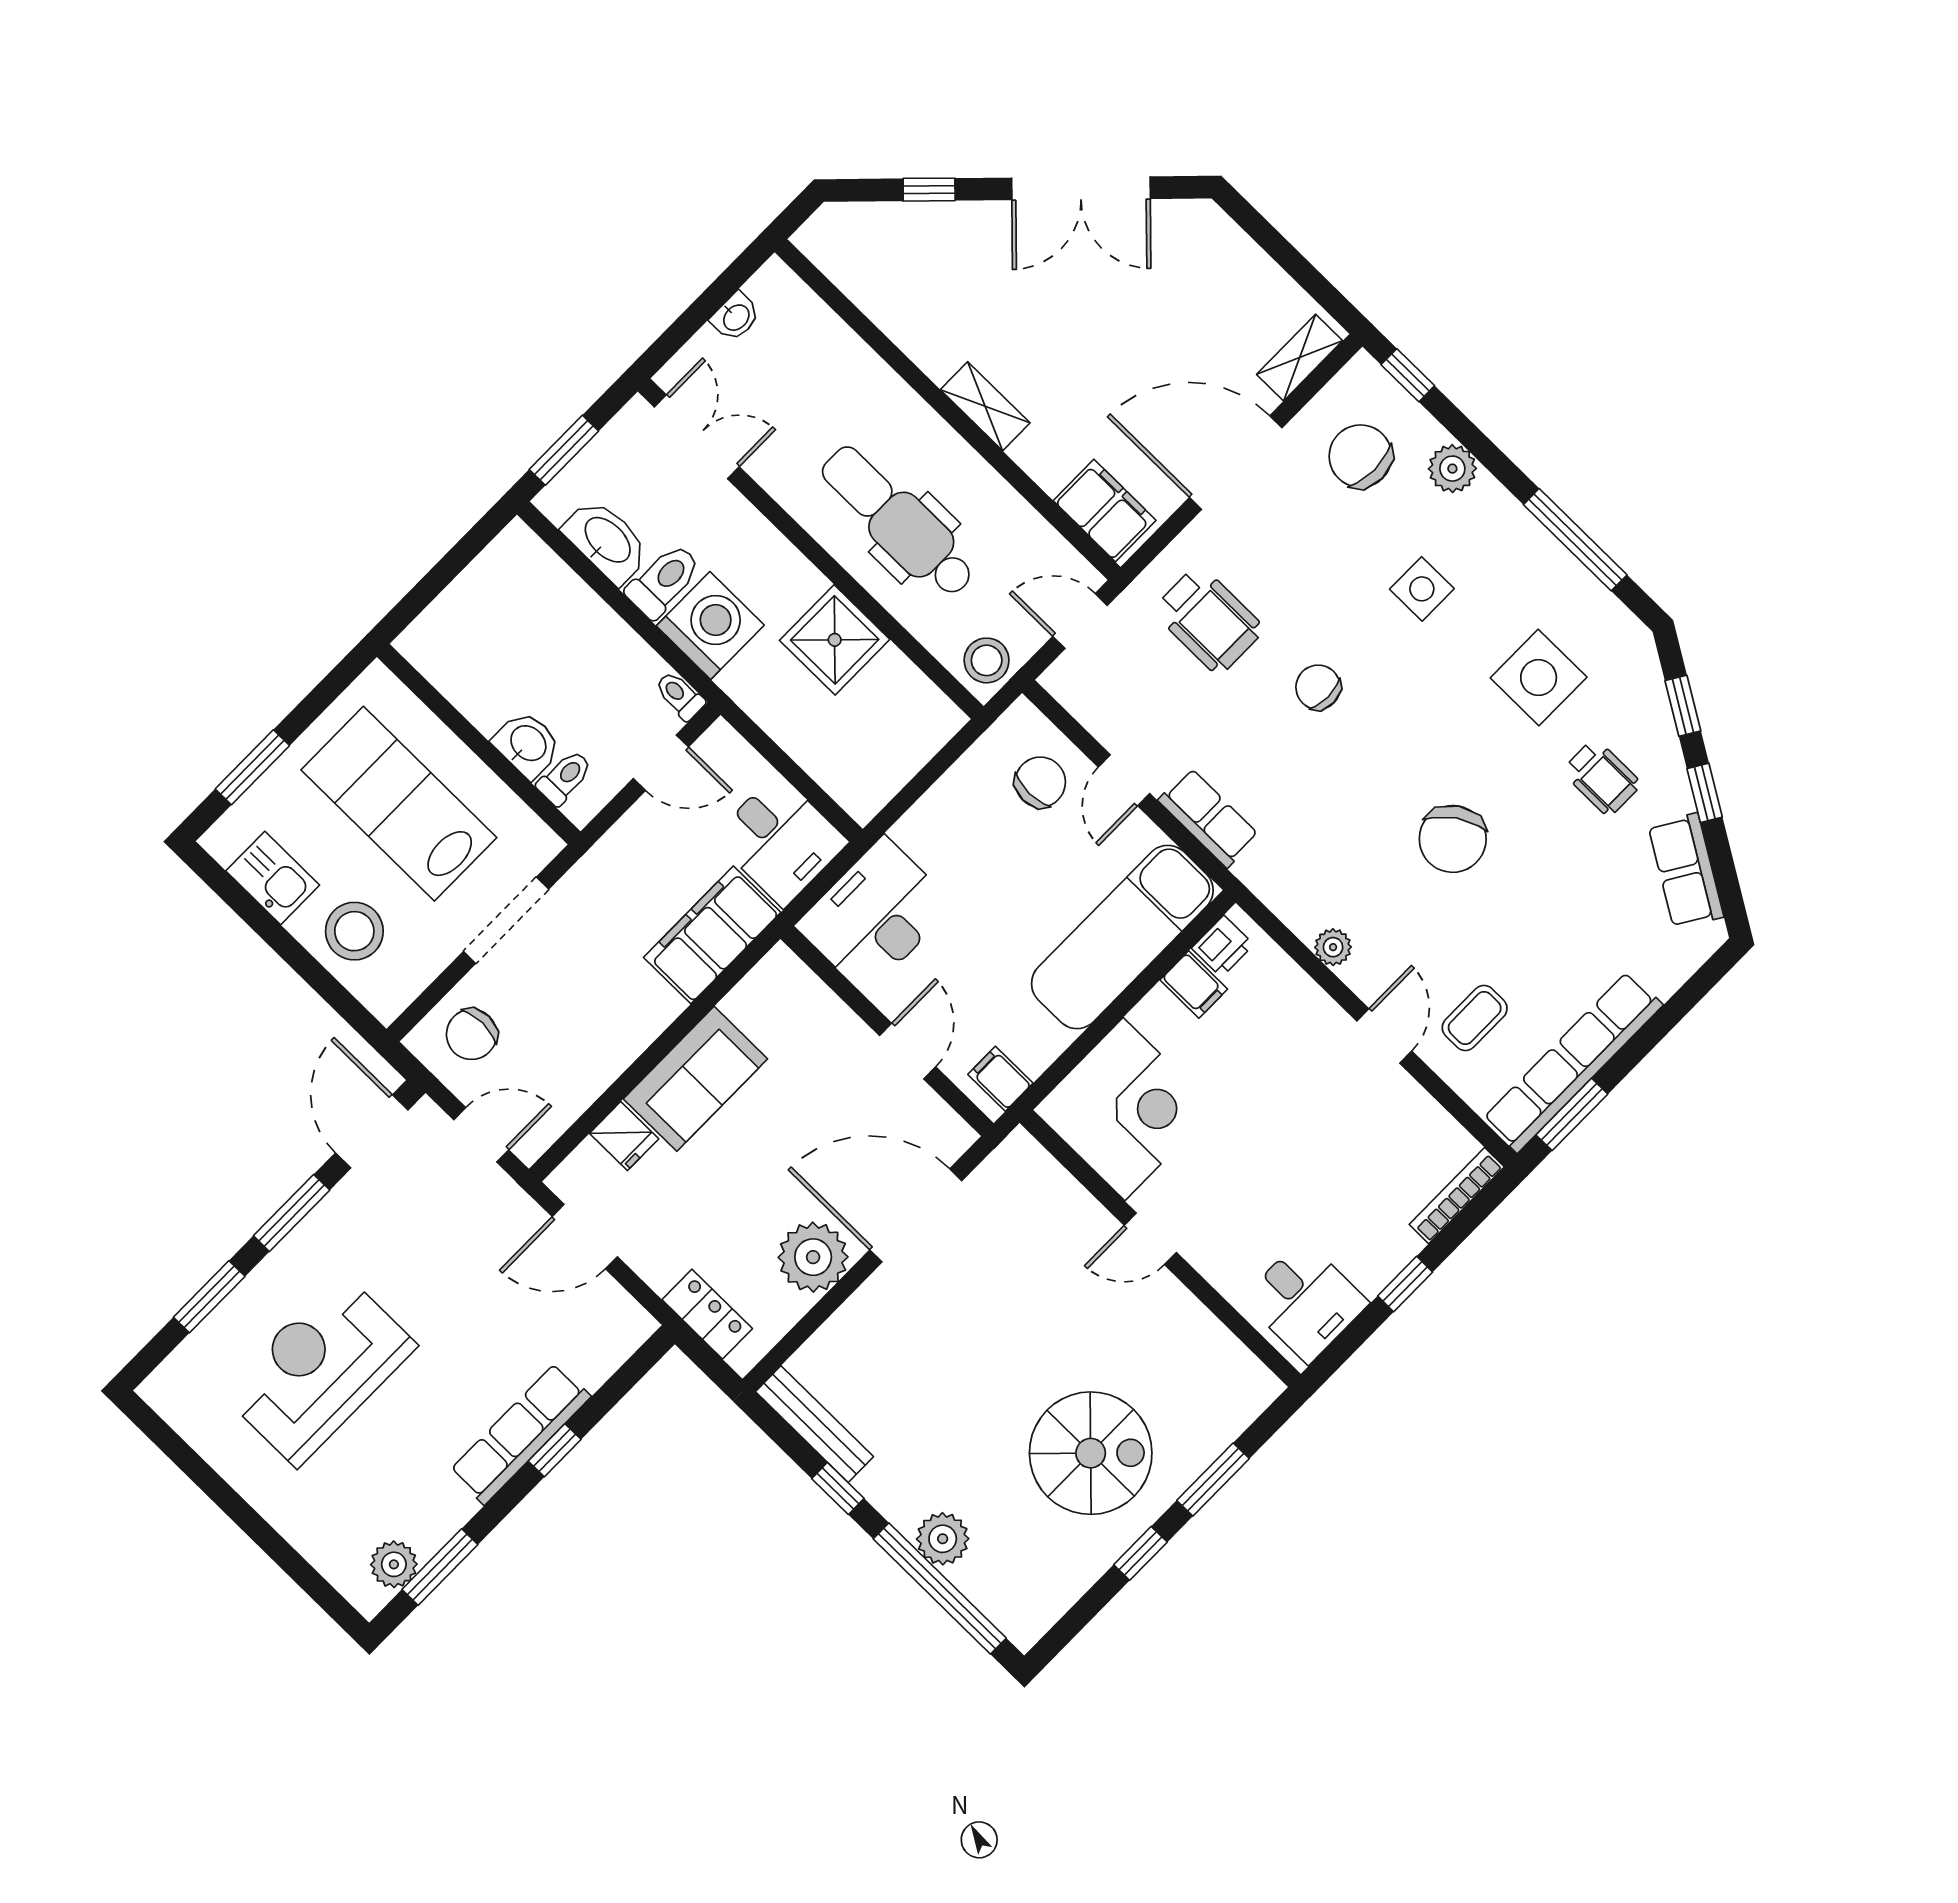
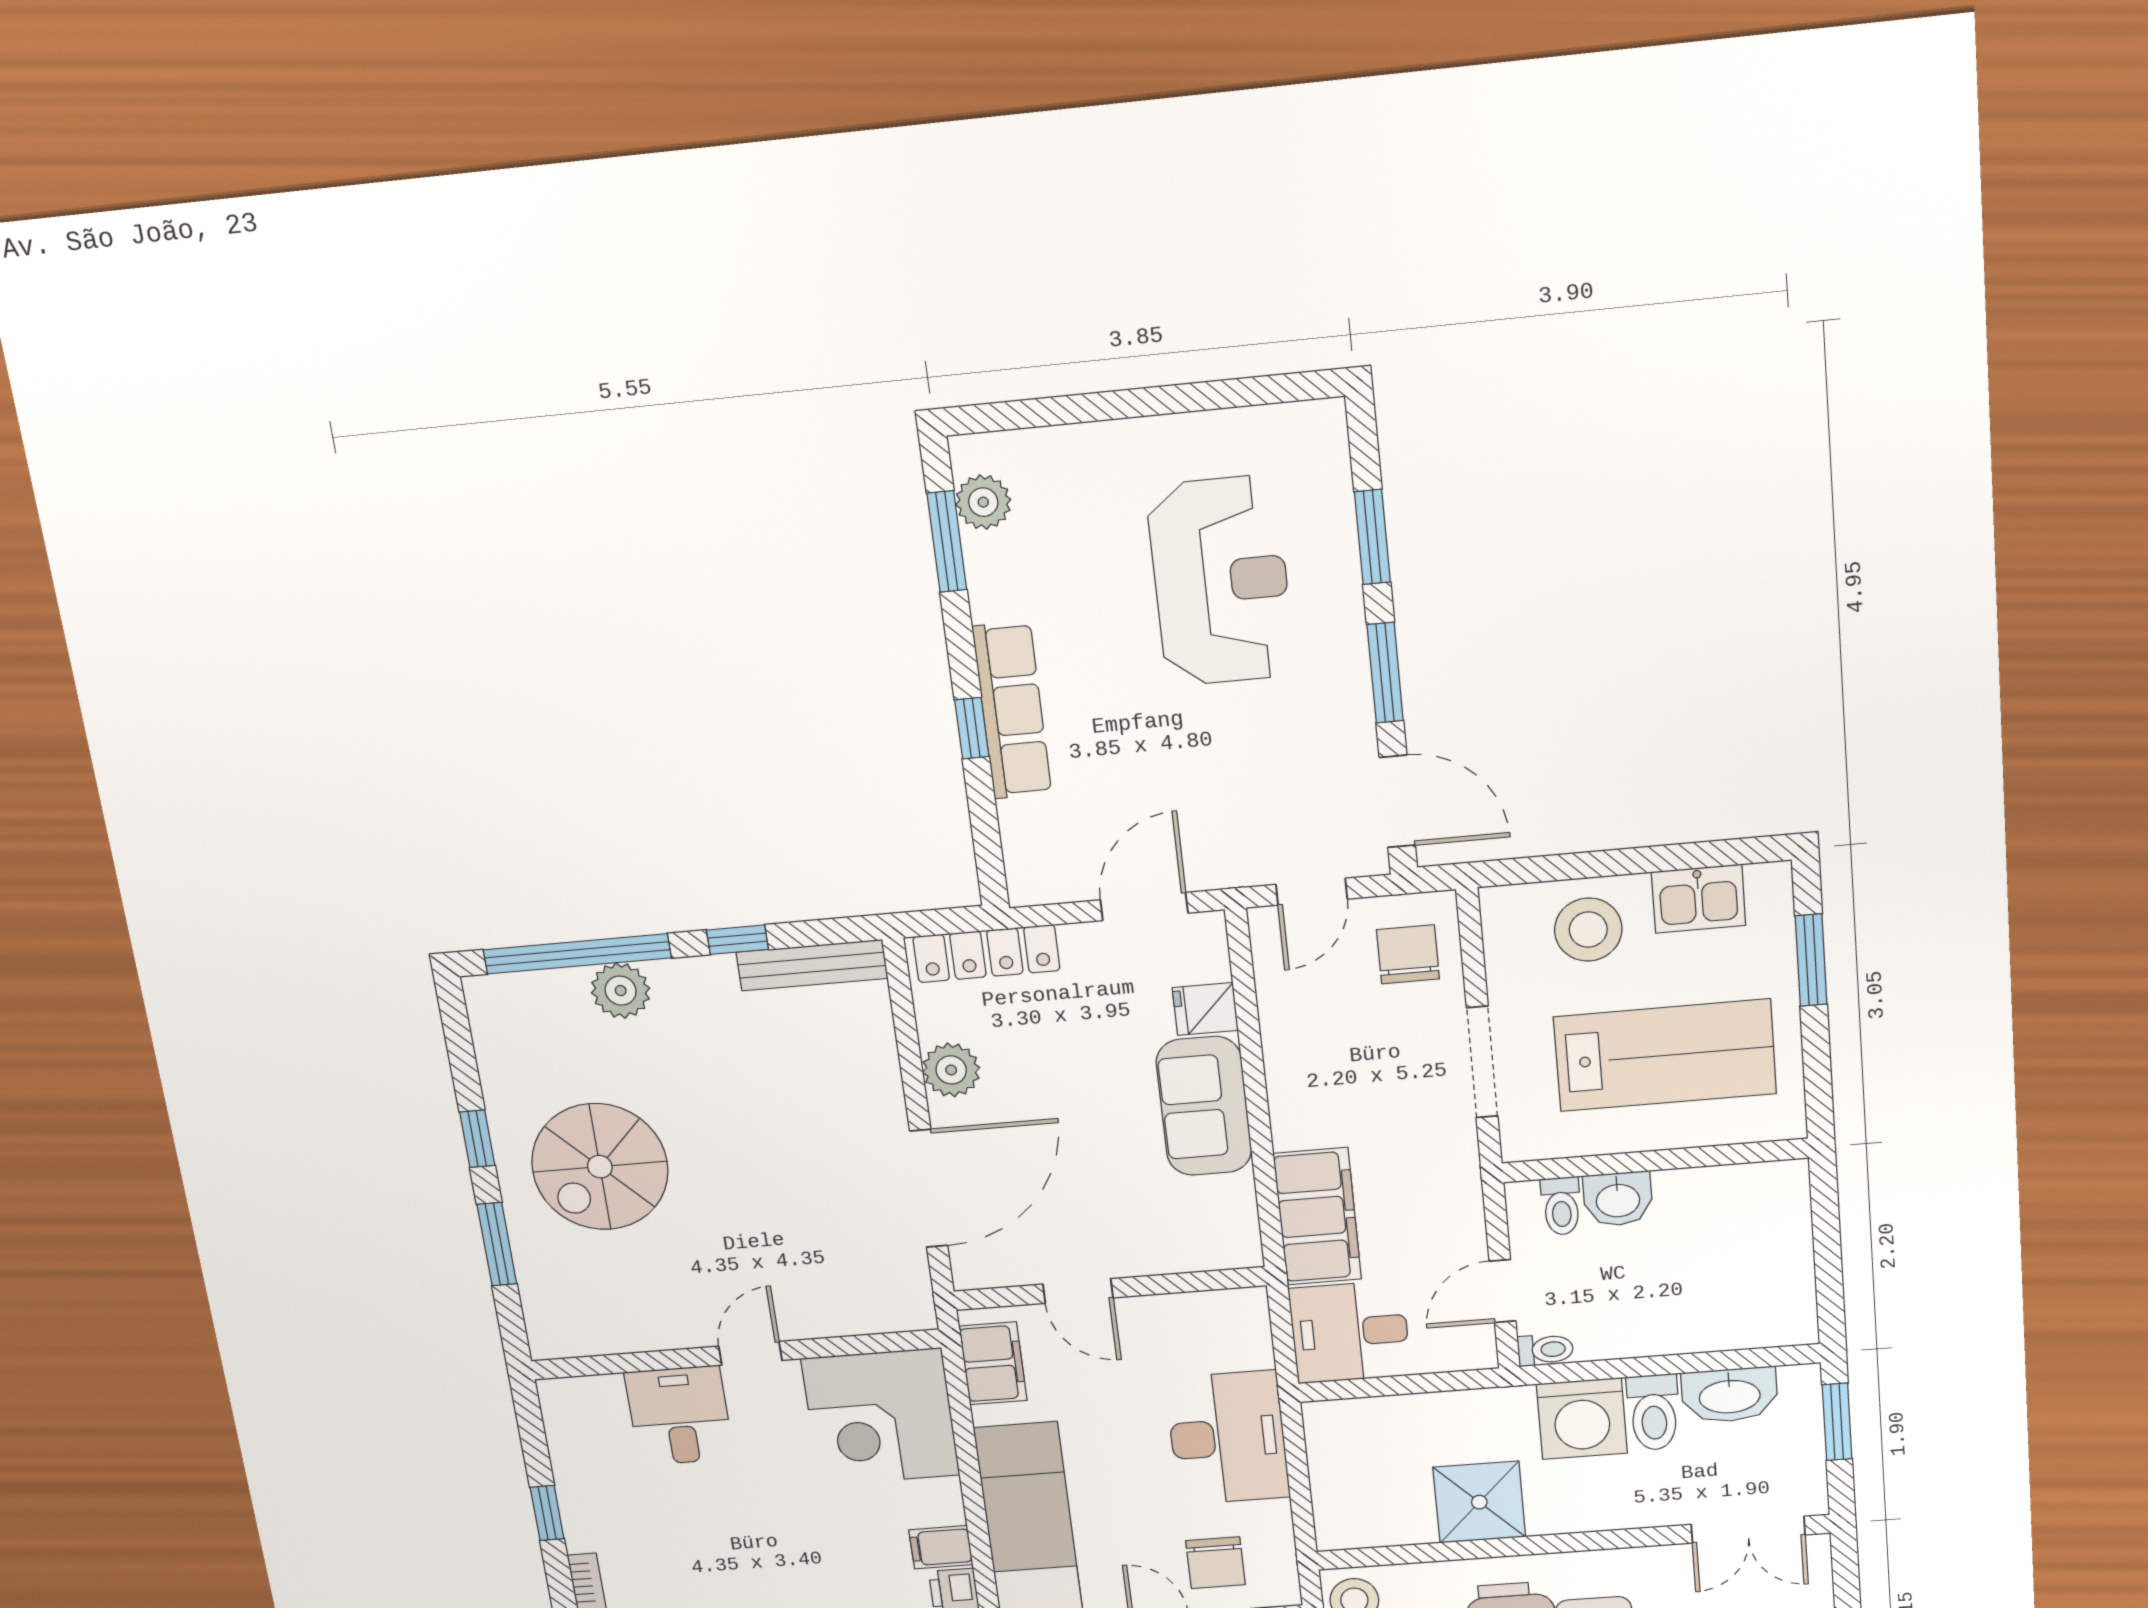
desk: (875, 915) -> (1228, 1438), moved
filing cabinet: (1000, 1079) -> (993, 1363), width x2.00
plant: (813, 1257) -> (951, 1070), width x0.73, depth x0.73
desk: (1305, 1301) -> (679, 1416), moved, turned 90
locker: (707, 1314) -> (986, 954), width x1.53

